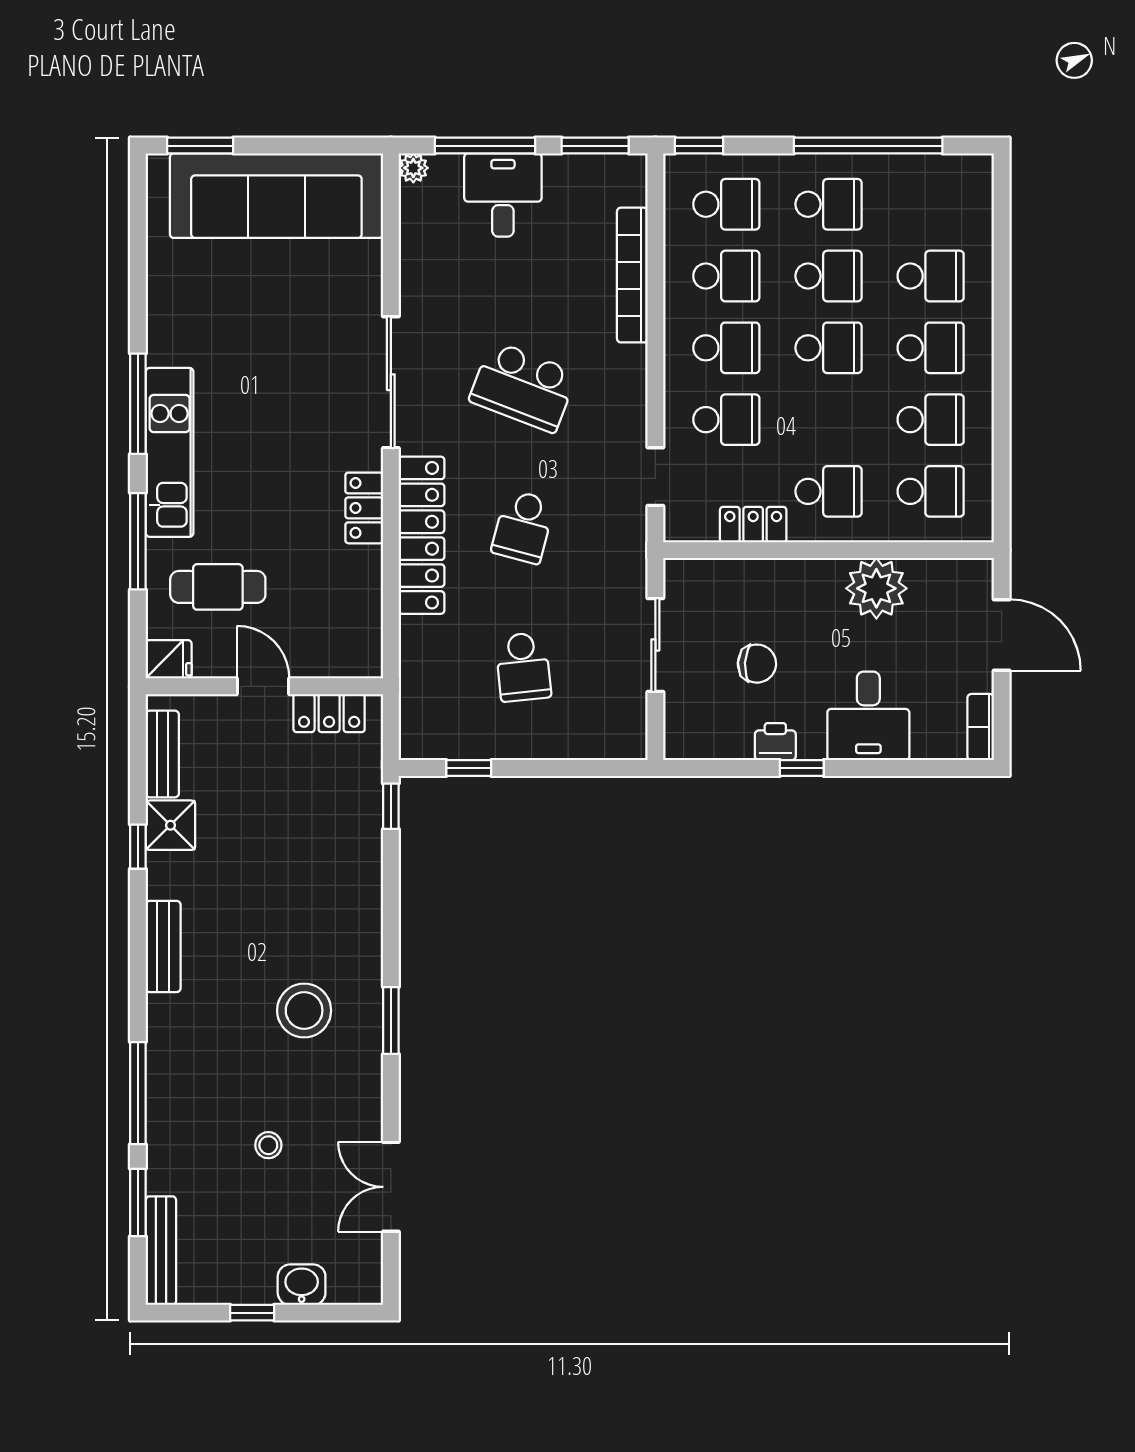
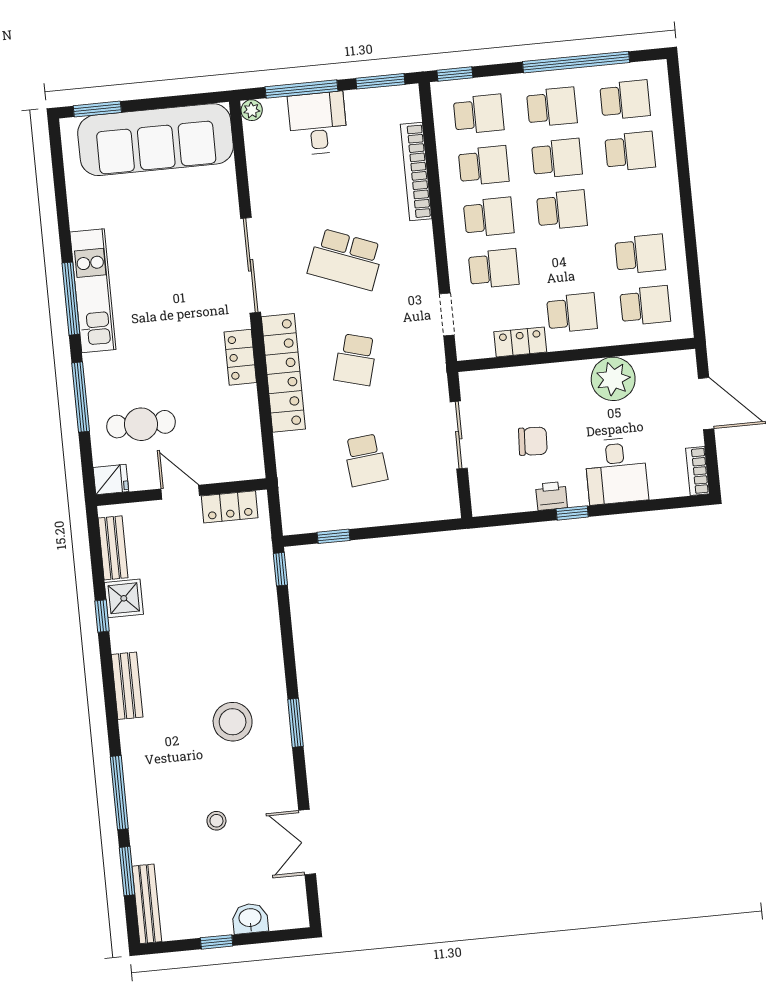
school desk: (931, 348) -> (625, 100), moved
kitchen unit: (170, 452) -> (93, 291), moved

